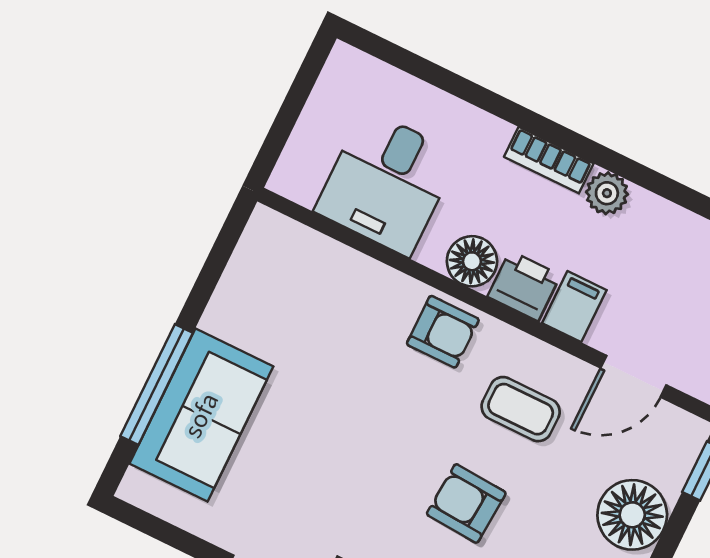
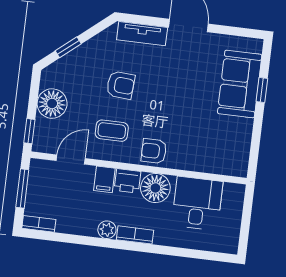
floor lamp: (472, 261) -> (155, 188), width x1.38, depth x1.38
window: (157, 385) -> (262, 90), width x0.46

